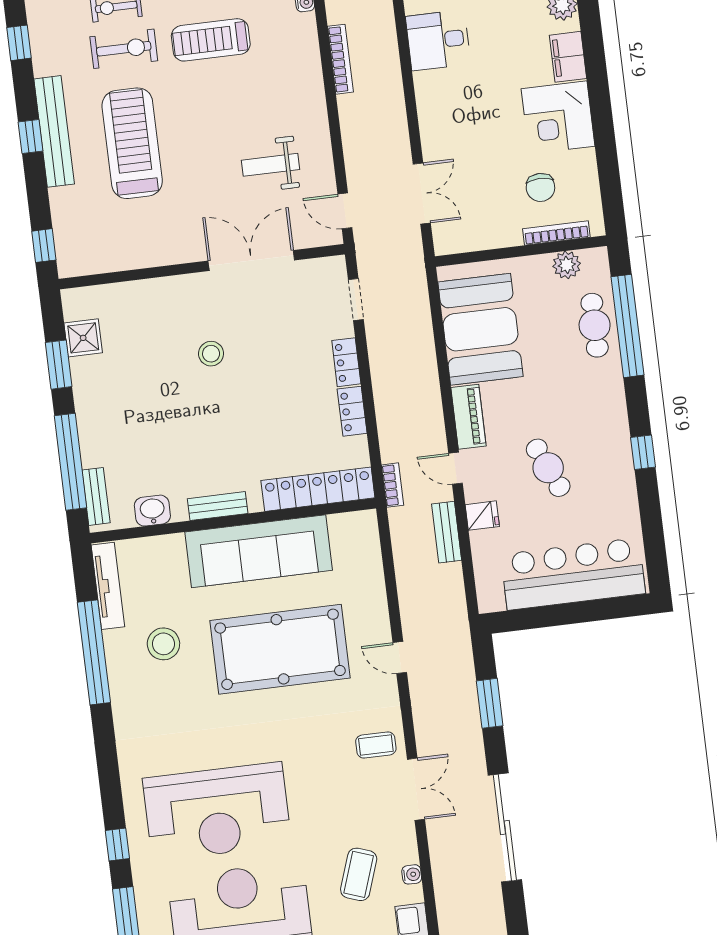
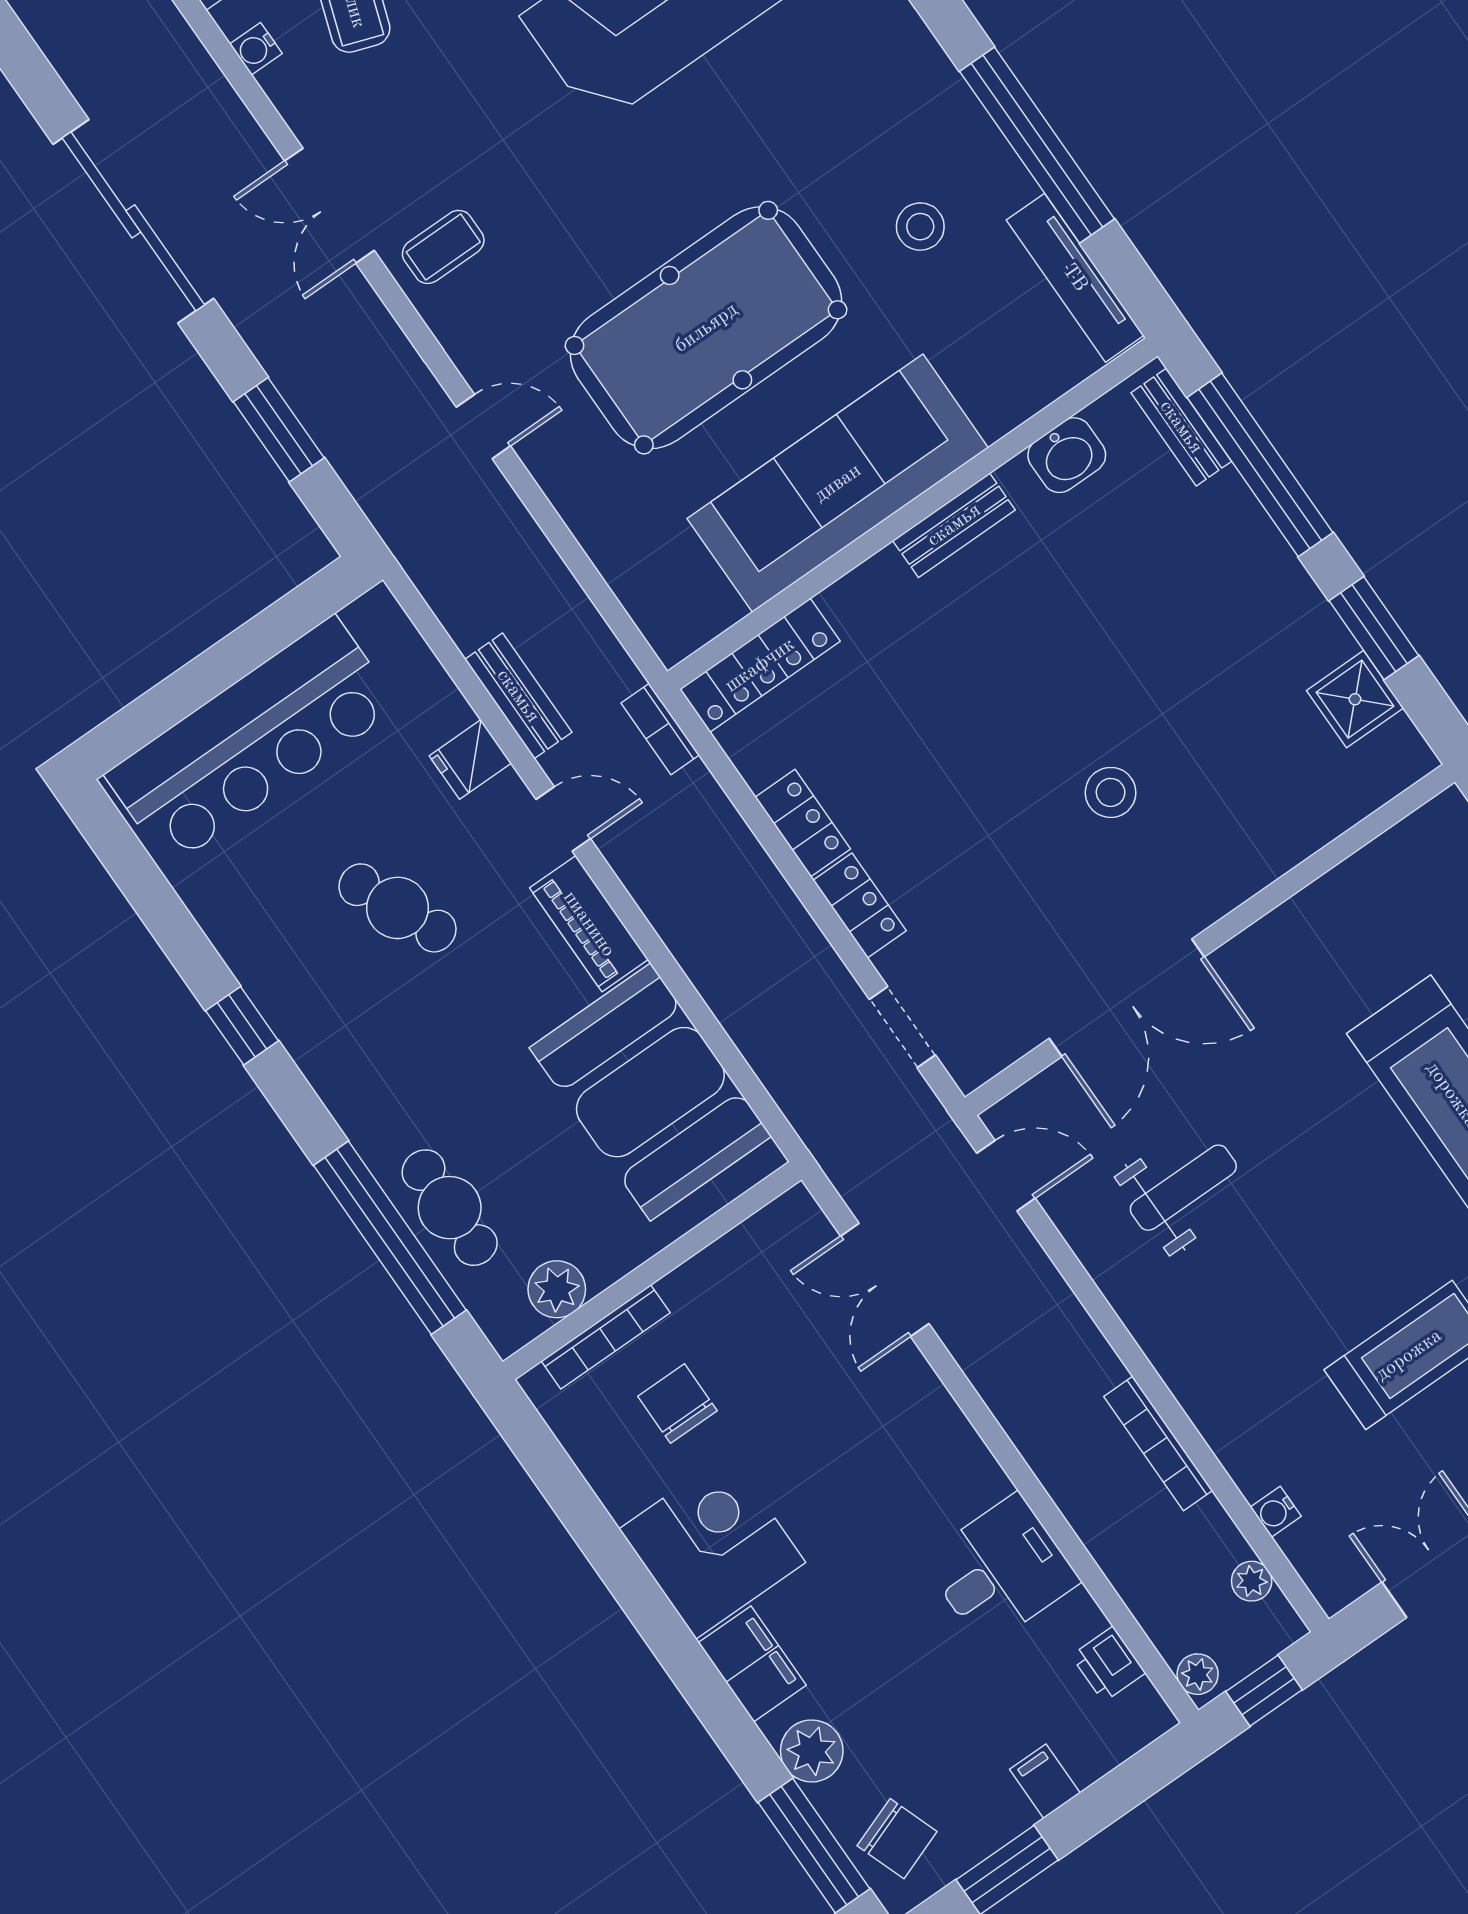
locker: (318, 489) -> (760, 665), width x0.71, depth x0.83
stool: (163, 644) -> (920, 227), width x0.73, depth x0.73

